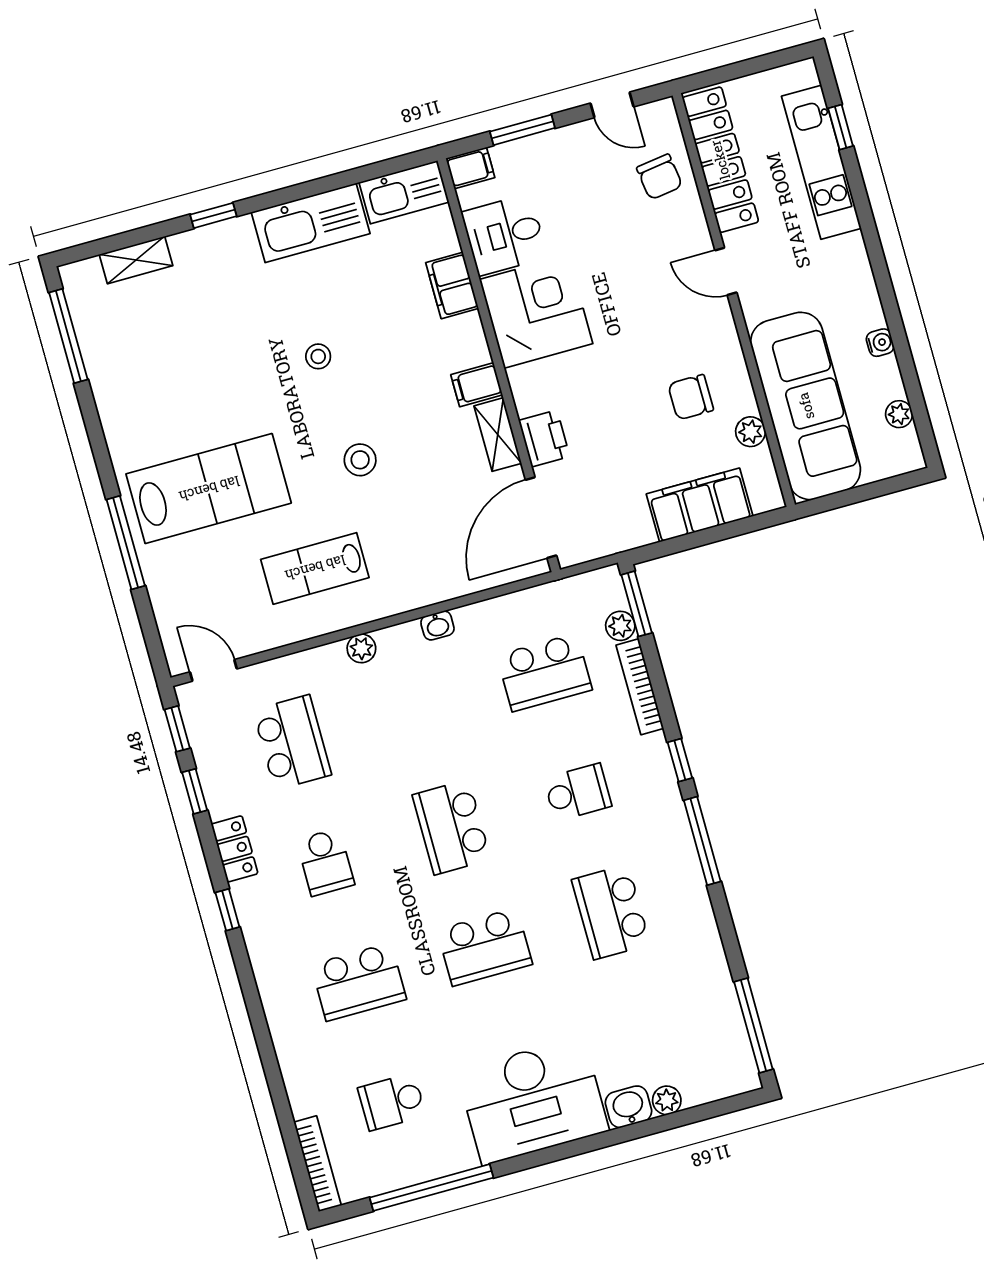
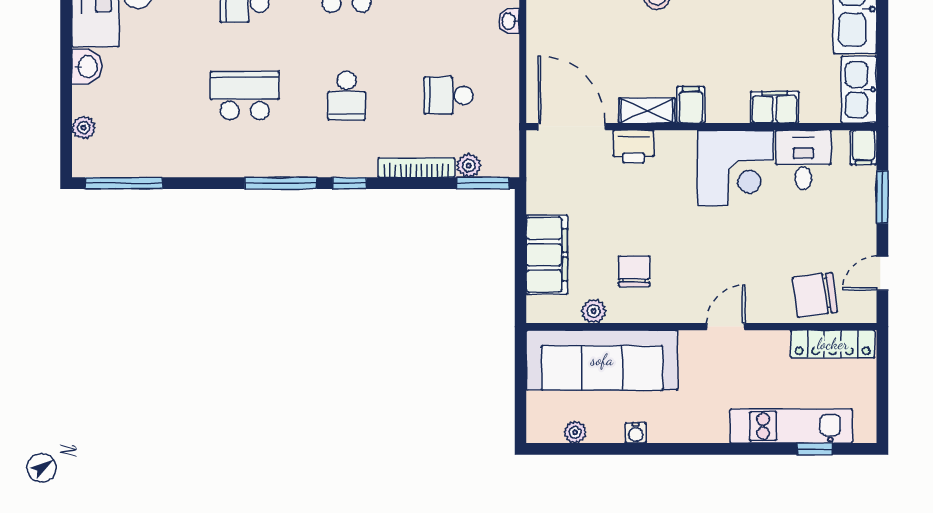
locker: (720, 160) -> (833, 344), width x0.71, depth x0.83
chair: (659, 177) -> (815, 295), width x1.37, depth x1.37
school desk: (544, 672) -> (449, 95), width x0.54
plant: (667, 1100) -> (84, 128), moved

